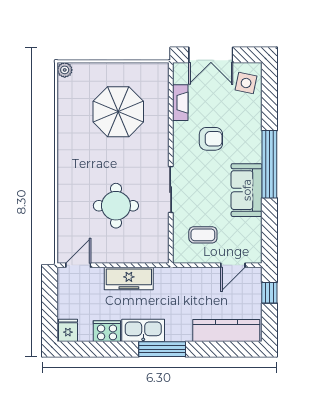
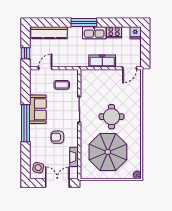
parasol: (118, 112) -> (108, 152), width x1.36, depth x1.36
round table: (116, 206) -> (112, 117), moved

